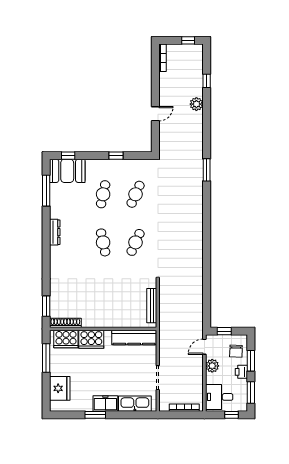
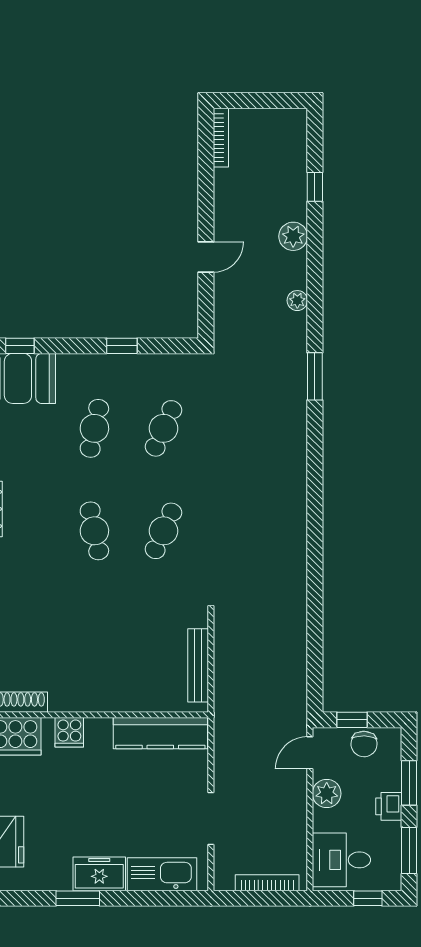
window: (188, 40) -> (275, 101), removed
plant: (198, 134) -> (297, 301), added
cooker: (91, 339) -> (69, 732), width x0.53, depth x0.76
chair: (236, 351) -> (364, 744), moved

